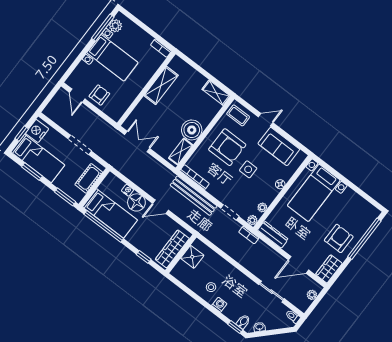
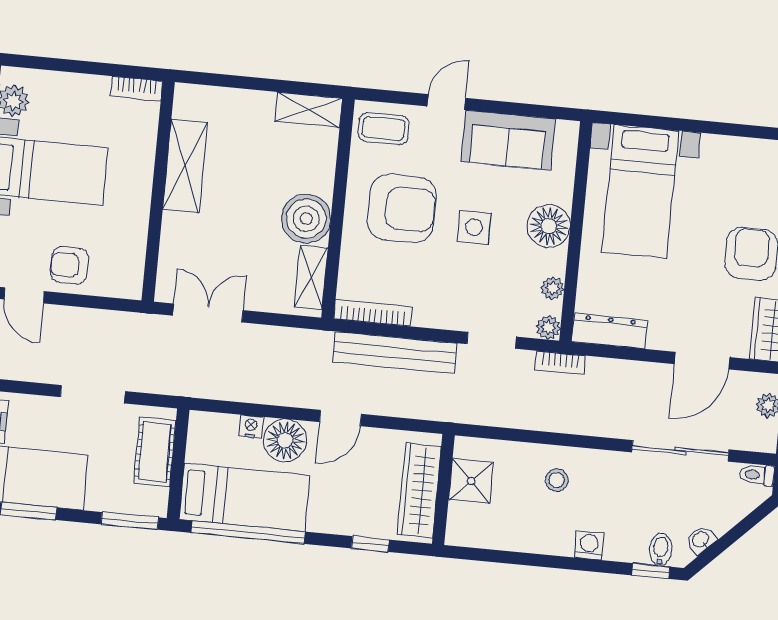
armchair: (99, 95) -> (70, 265), turned -90
floor lamp: (280, 184) -> (549, 226), width x1.89, depth x1.89
stool: (211, 287) -> (557, 480), moved
sliding door: (272, 292) -> (680, 451), width x1.37

